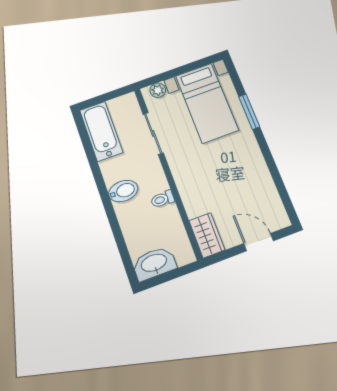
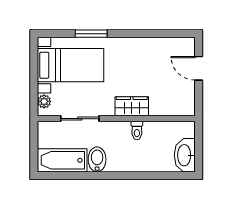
bidet: (123, 191) -> (97, 159), moved
wardrobe: (207, 235) -> (132, 106), moved
door: (259, 242) -> (199, 68), hinge flipped

